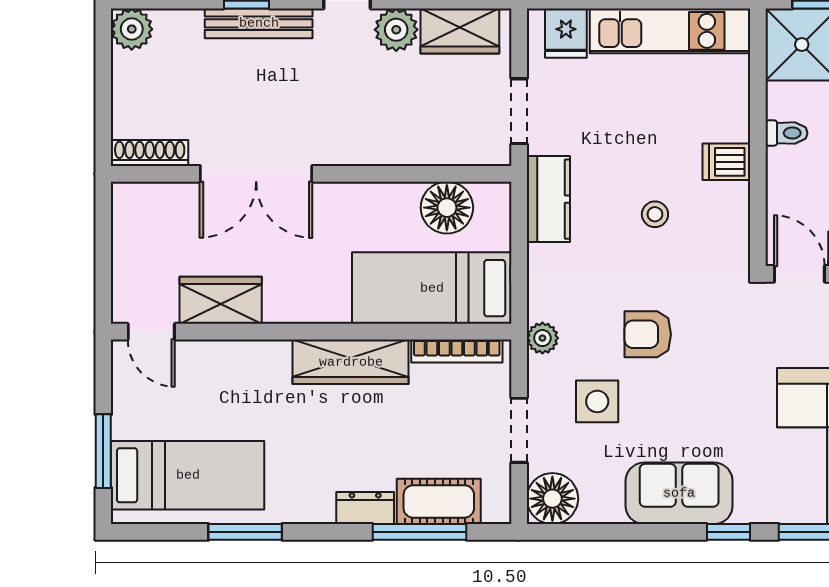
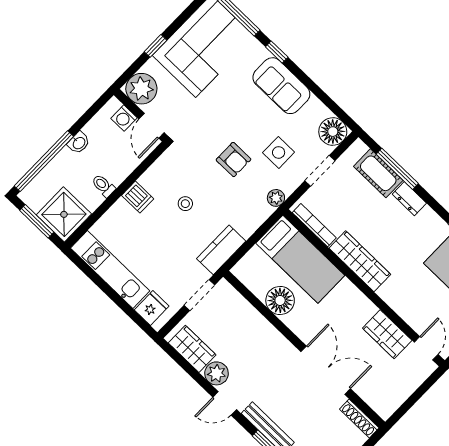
floor lamp: (447, 208) -> (280, 300), moved

